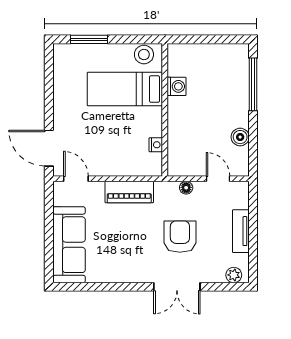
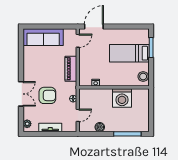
washing machine: (176, 86) -> (122, 98), width x1.89, depth x1.89
bed: (125, 89) -> (129, 53), moved, turned -90
double door: (177, 287) -> (21, 94), swing flipped

